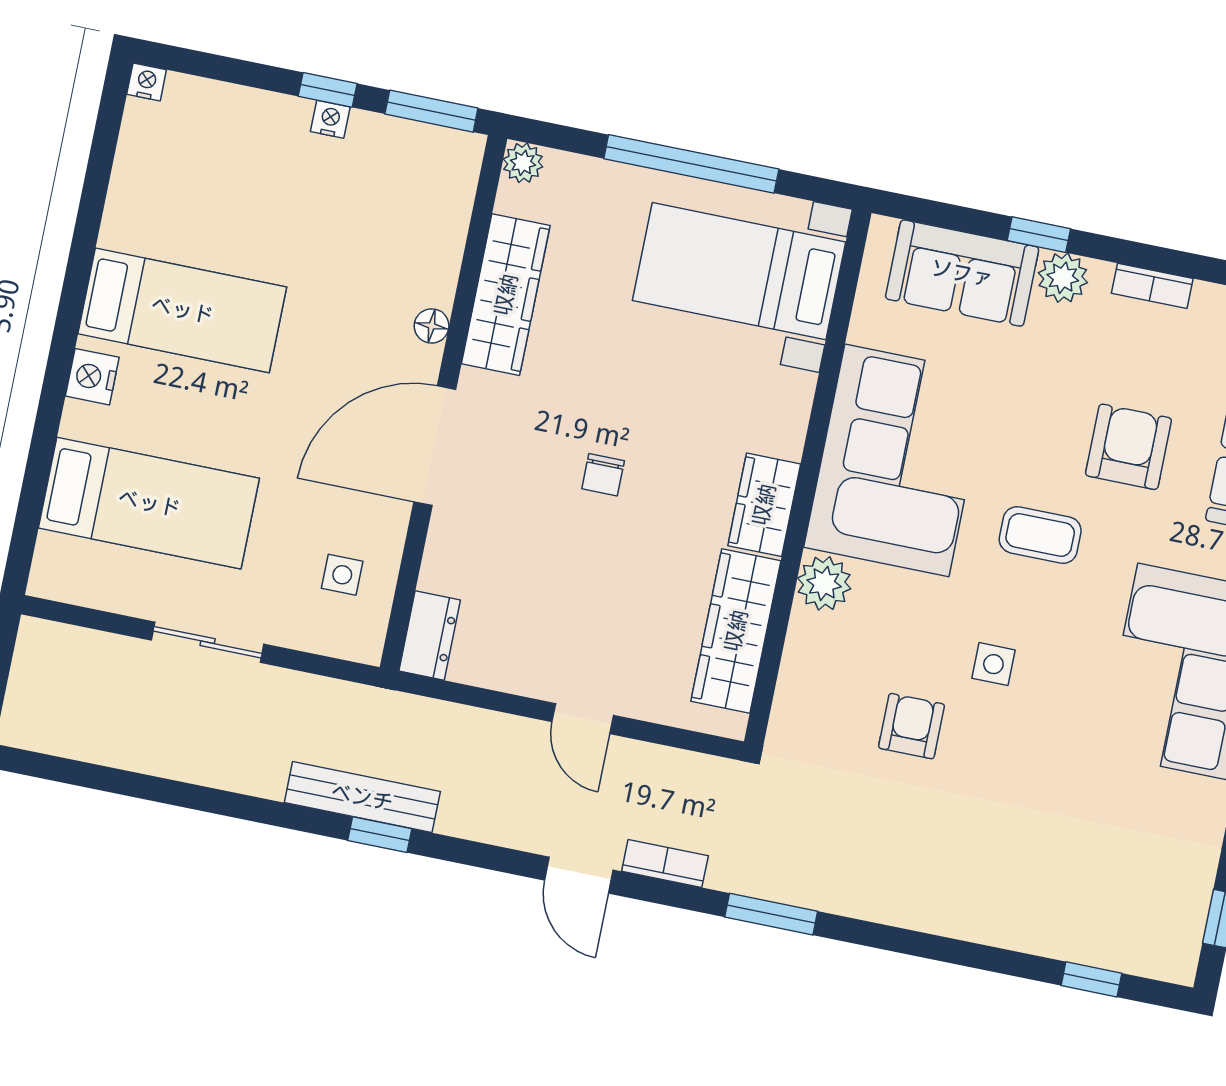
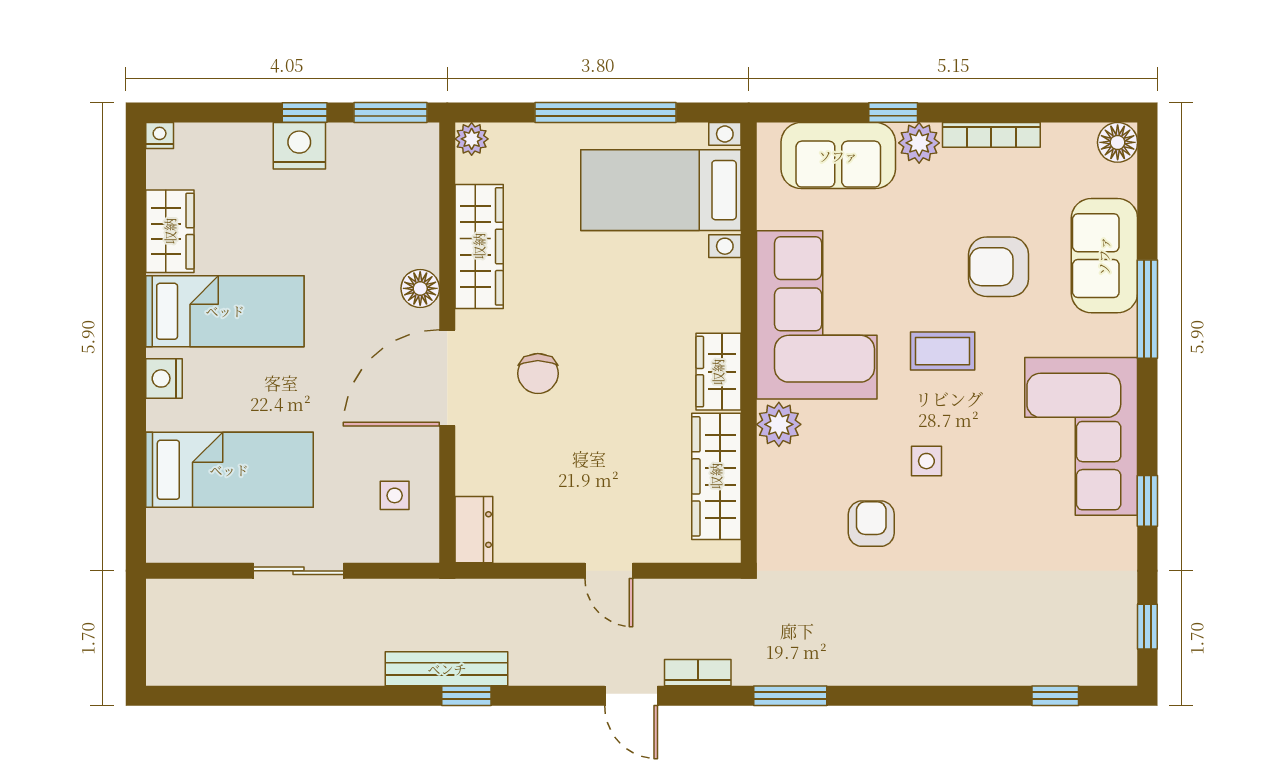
nightstand: (330, 119) -> (299, 146), width x1.89, depth x1.79
wardrobe: (135, 200) -> (170, 231), added
bookcase: (1152, 286) -> (991, 135), width x1.56
floor lamp: (432, 326) -> (420, 288), width x1.37, depth x1.37
armchair: (1128, 447) -> (999, 267), turned -90
chair: (603, 475) -> (538, 373), moved, width x1.37, depth x1.37

